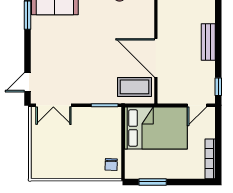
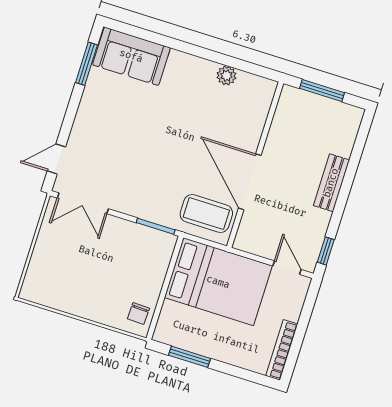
door: (197, 105) -> (287, 268), swing flipped

